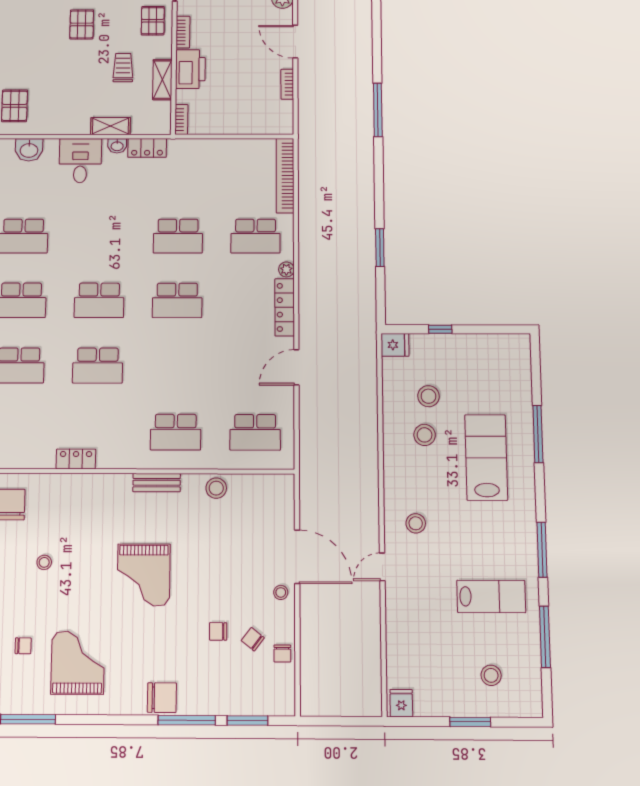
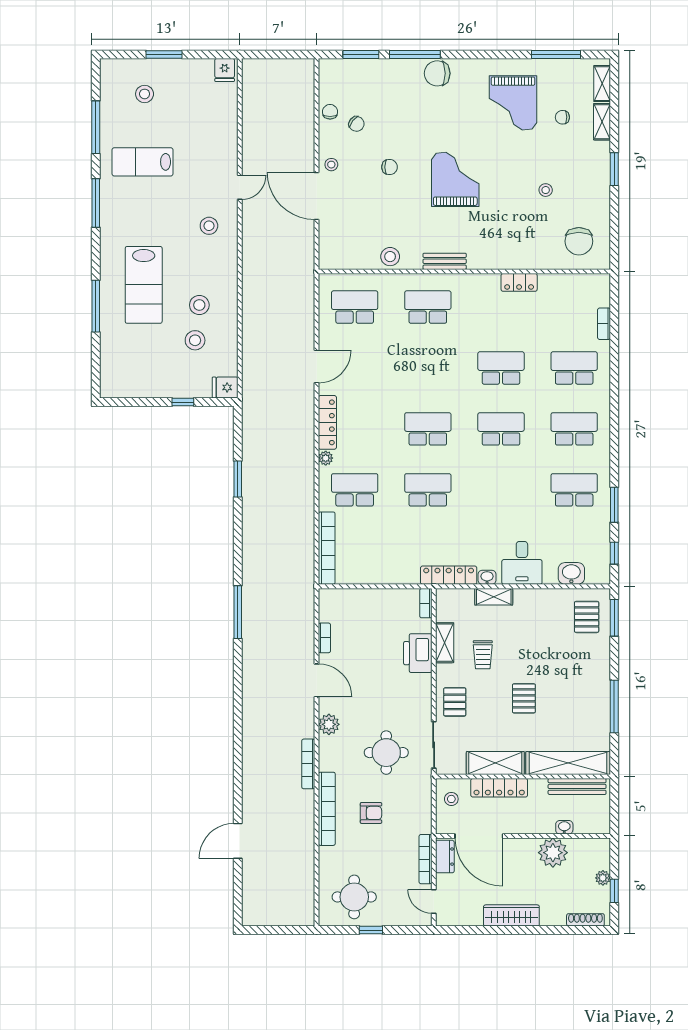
bookcase: (183, 32) -> (425, 690), removed
locker: (147, 148) -> (449, 575), width x1.53
chair: (218, 631) -> (390, 167), moved

